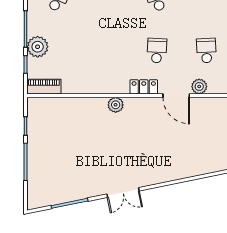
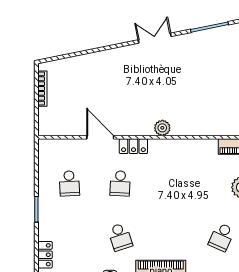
plant: (199, 86) -> (77, 147), removed

